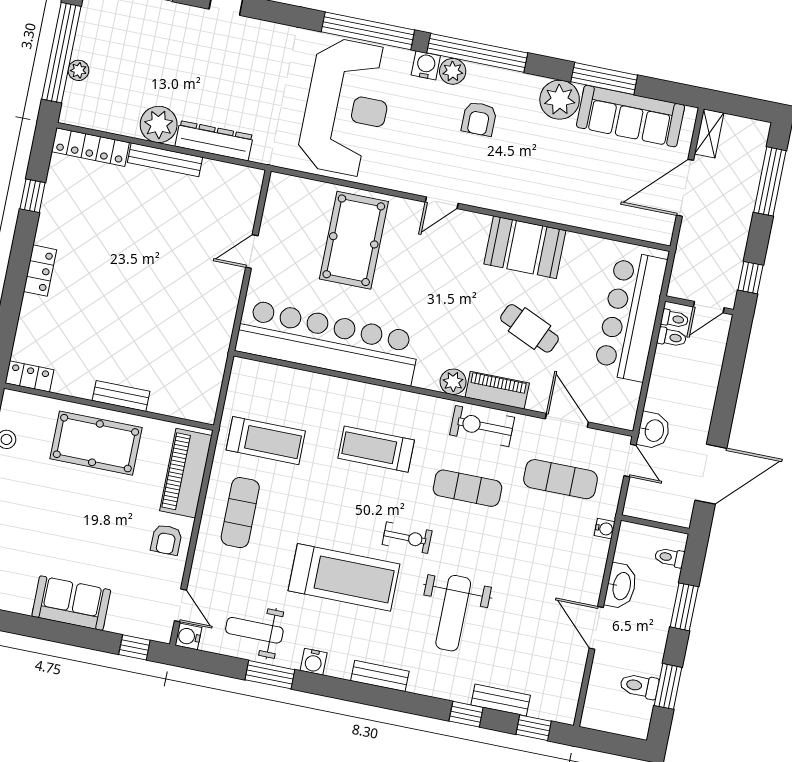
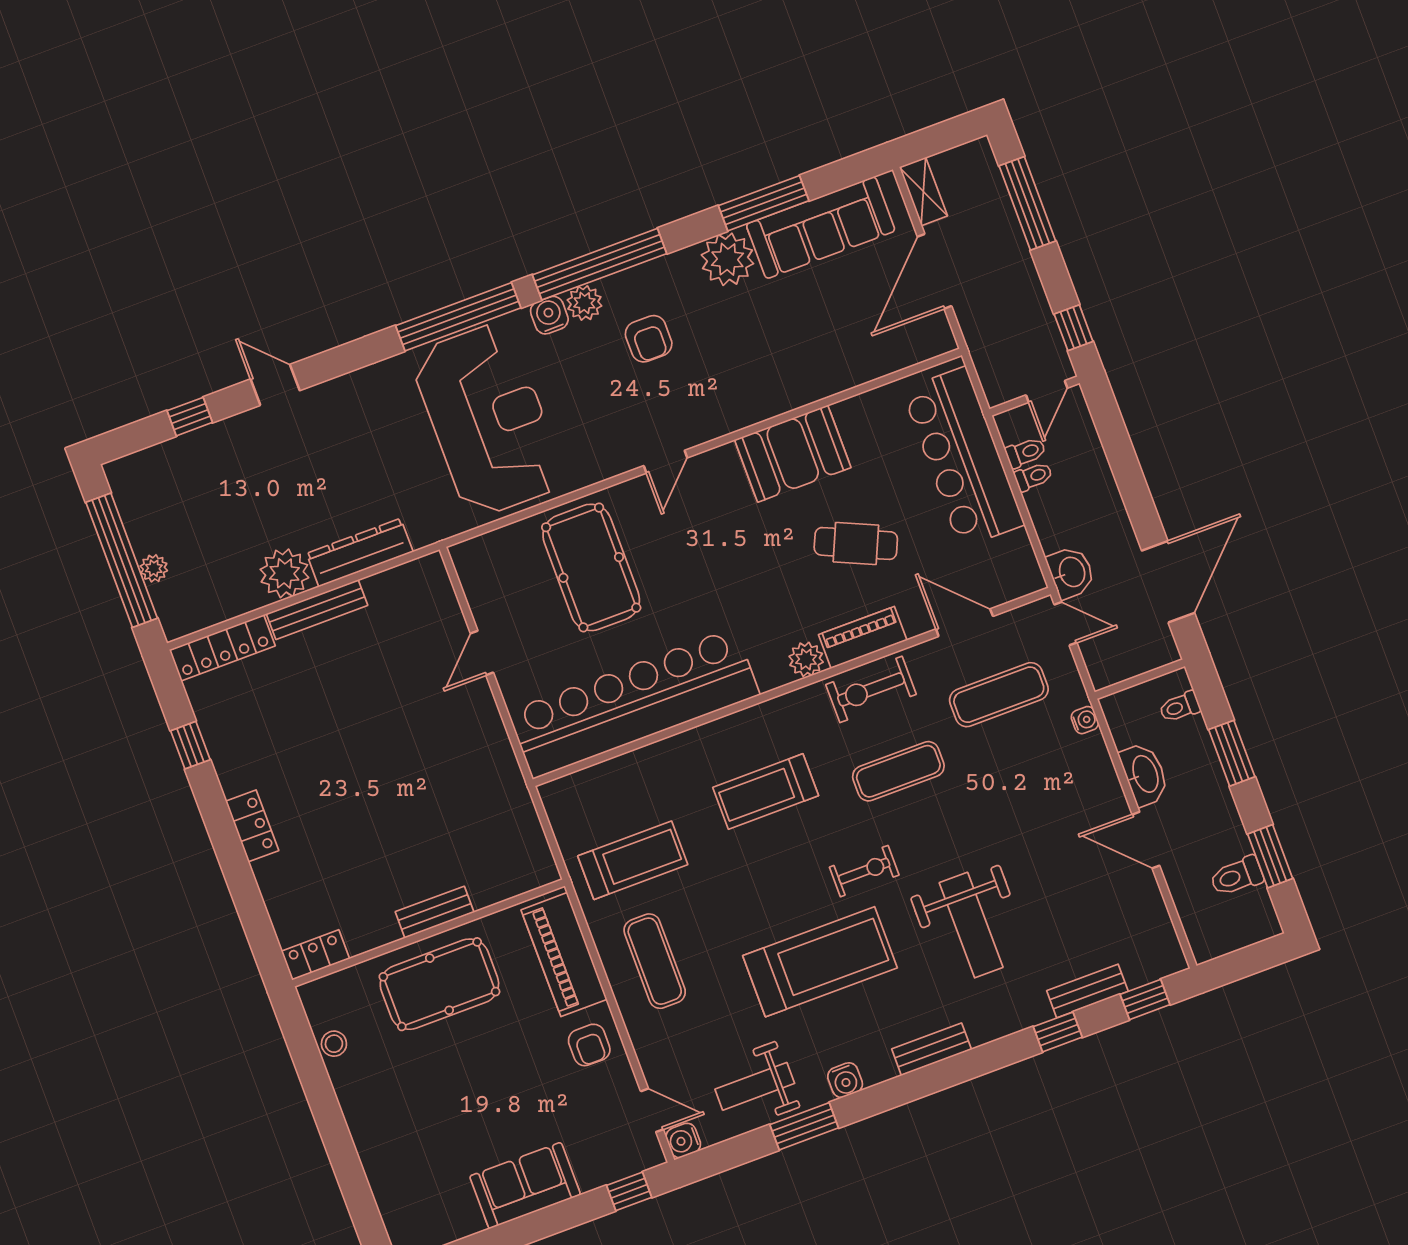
toilet: (675, 319) -> (1033, 476), moved

